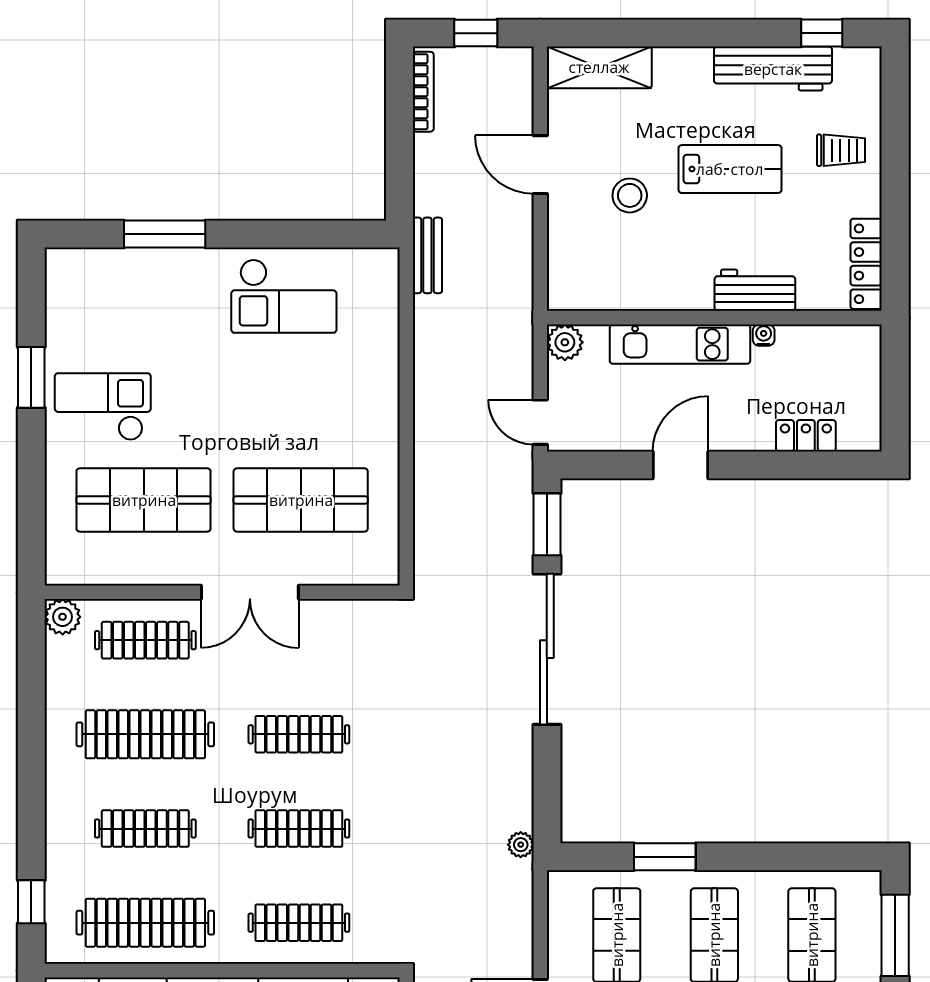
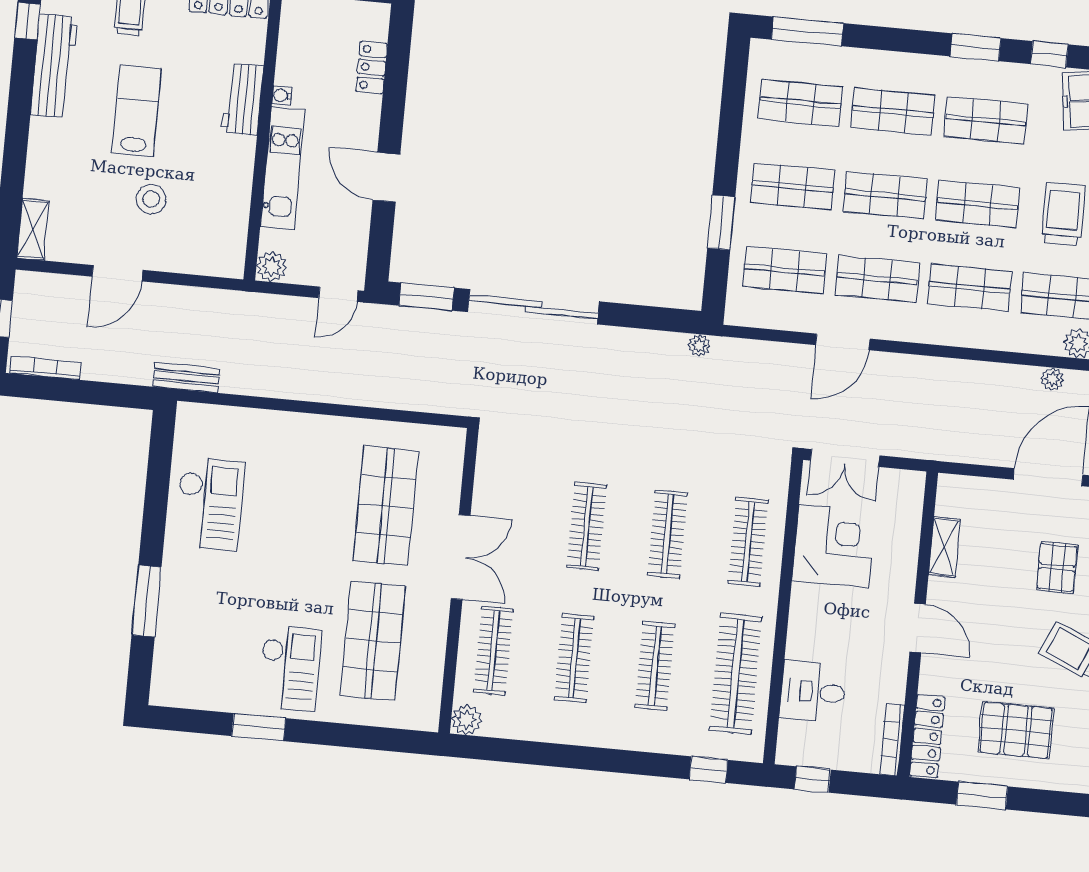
shelving: (599, 67) -> (33, 229), width x0.67, depth x0.75
checkout: (103, 407) -> (290, 668), turned 180
clothes rail: (145, 734) -> (574, 658), width x0.73, depth x0.76

